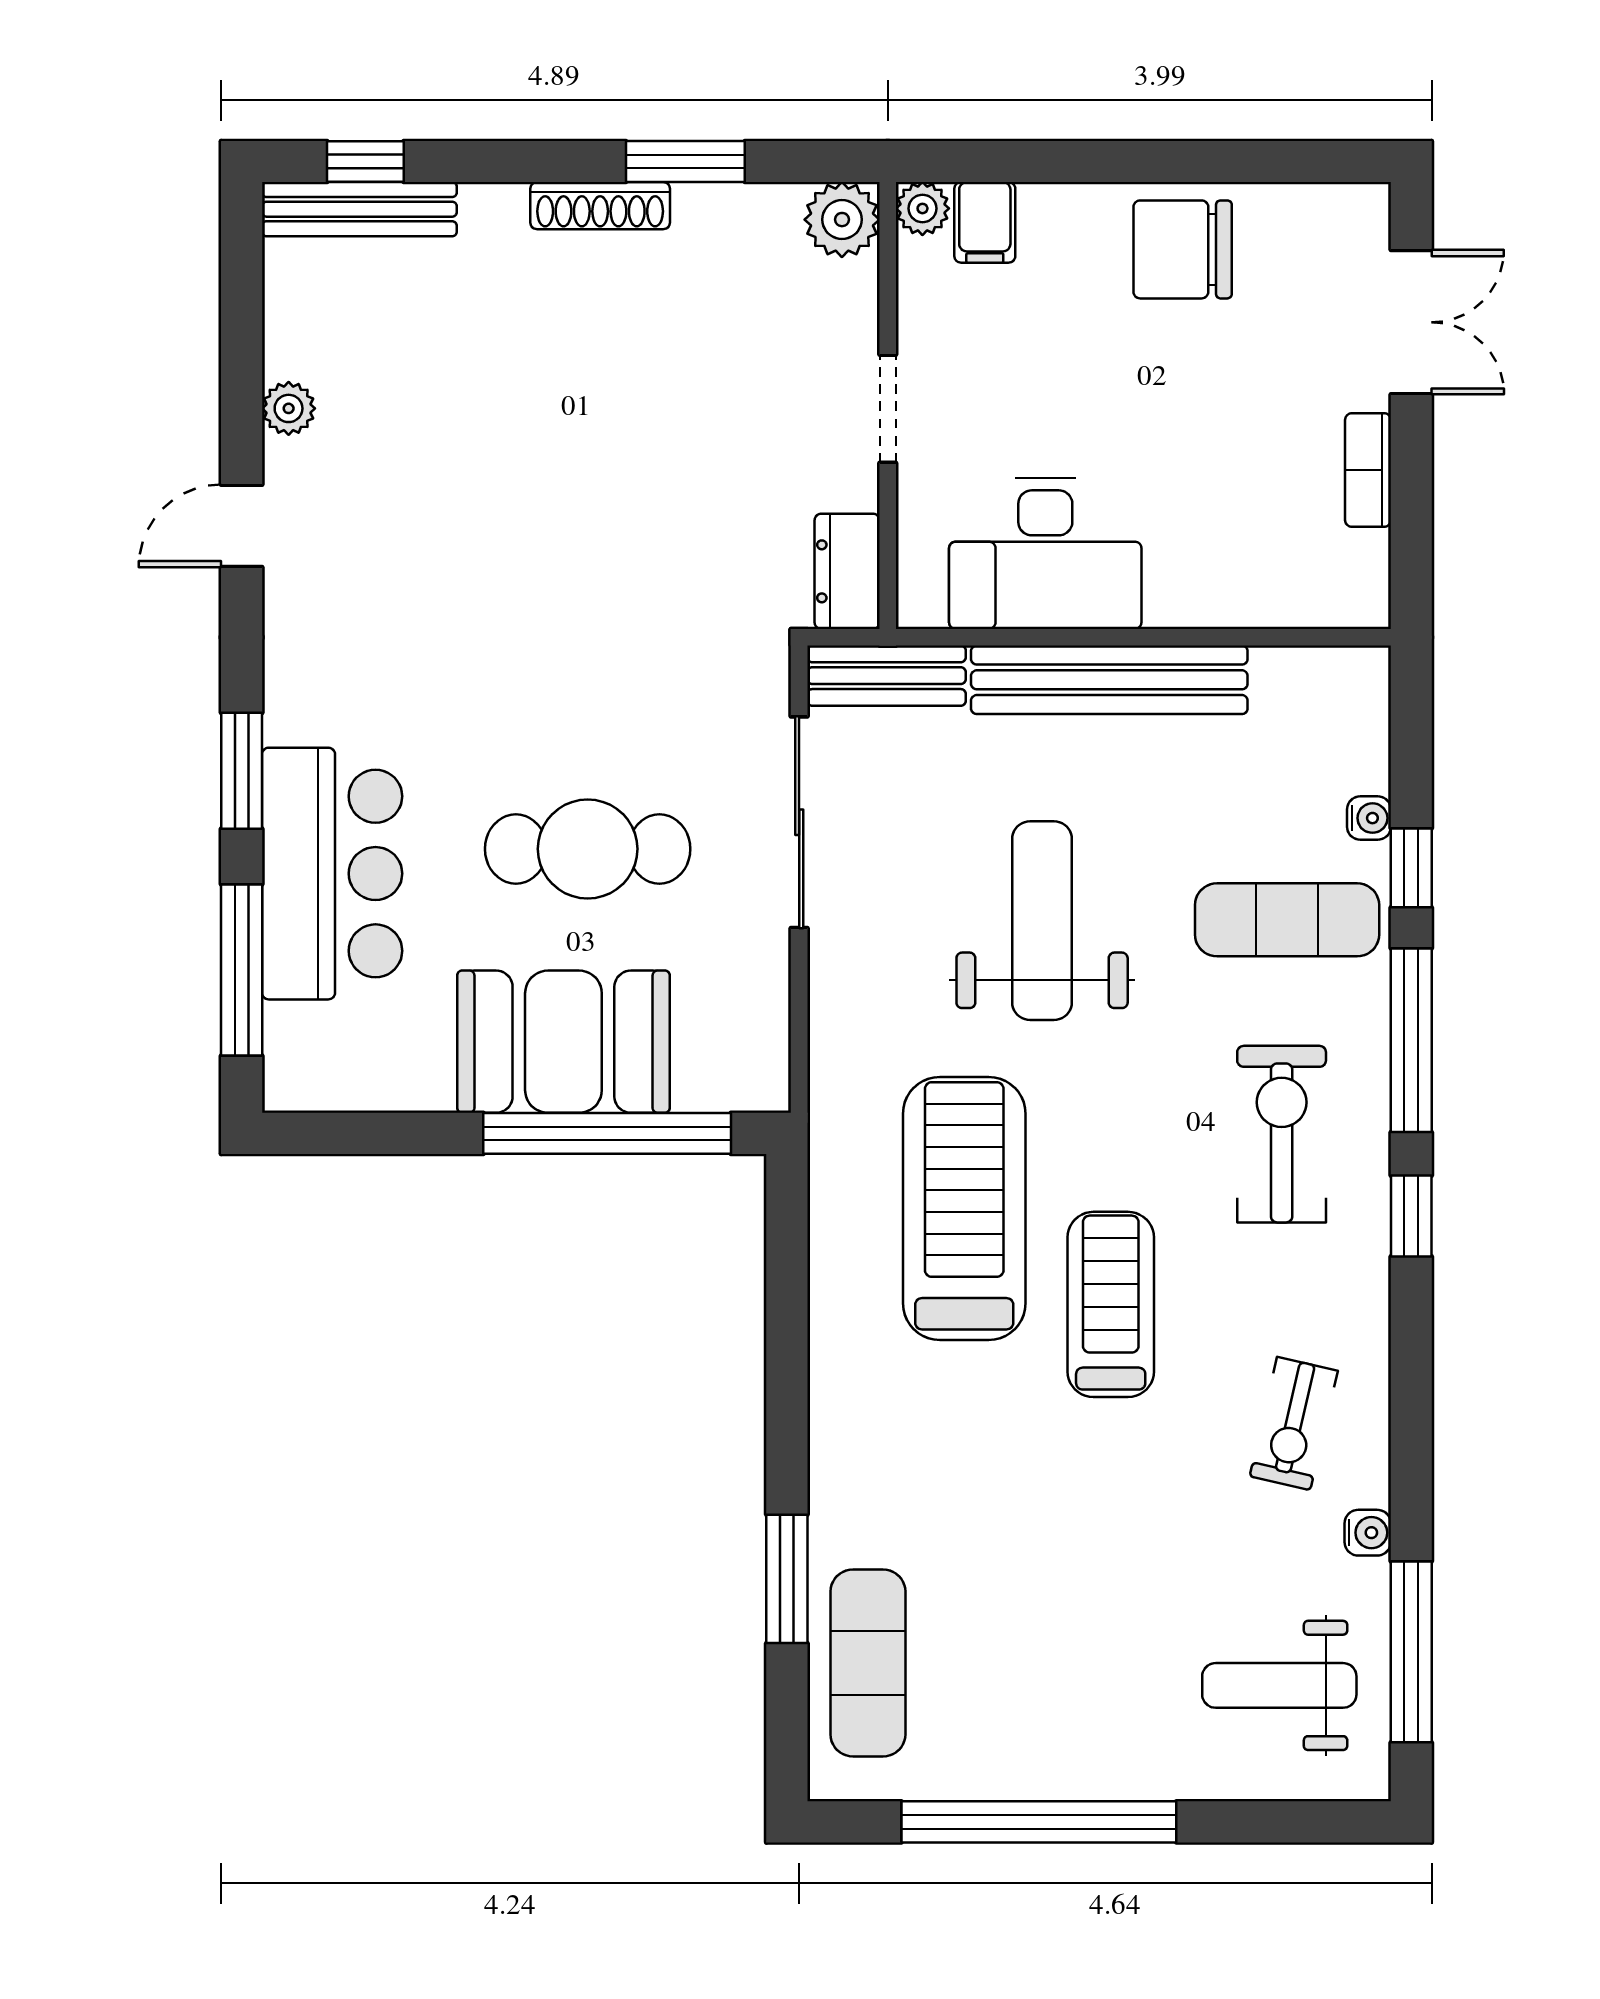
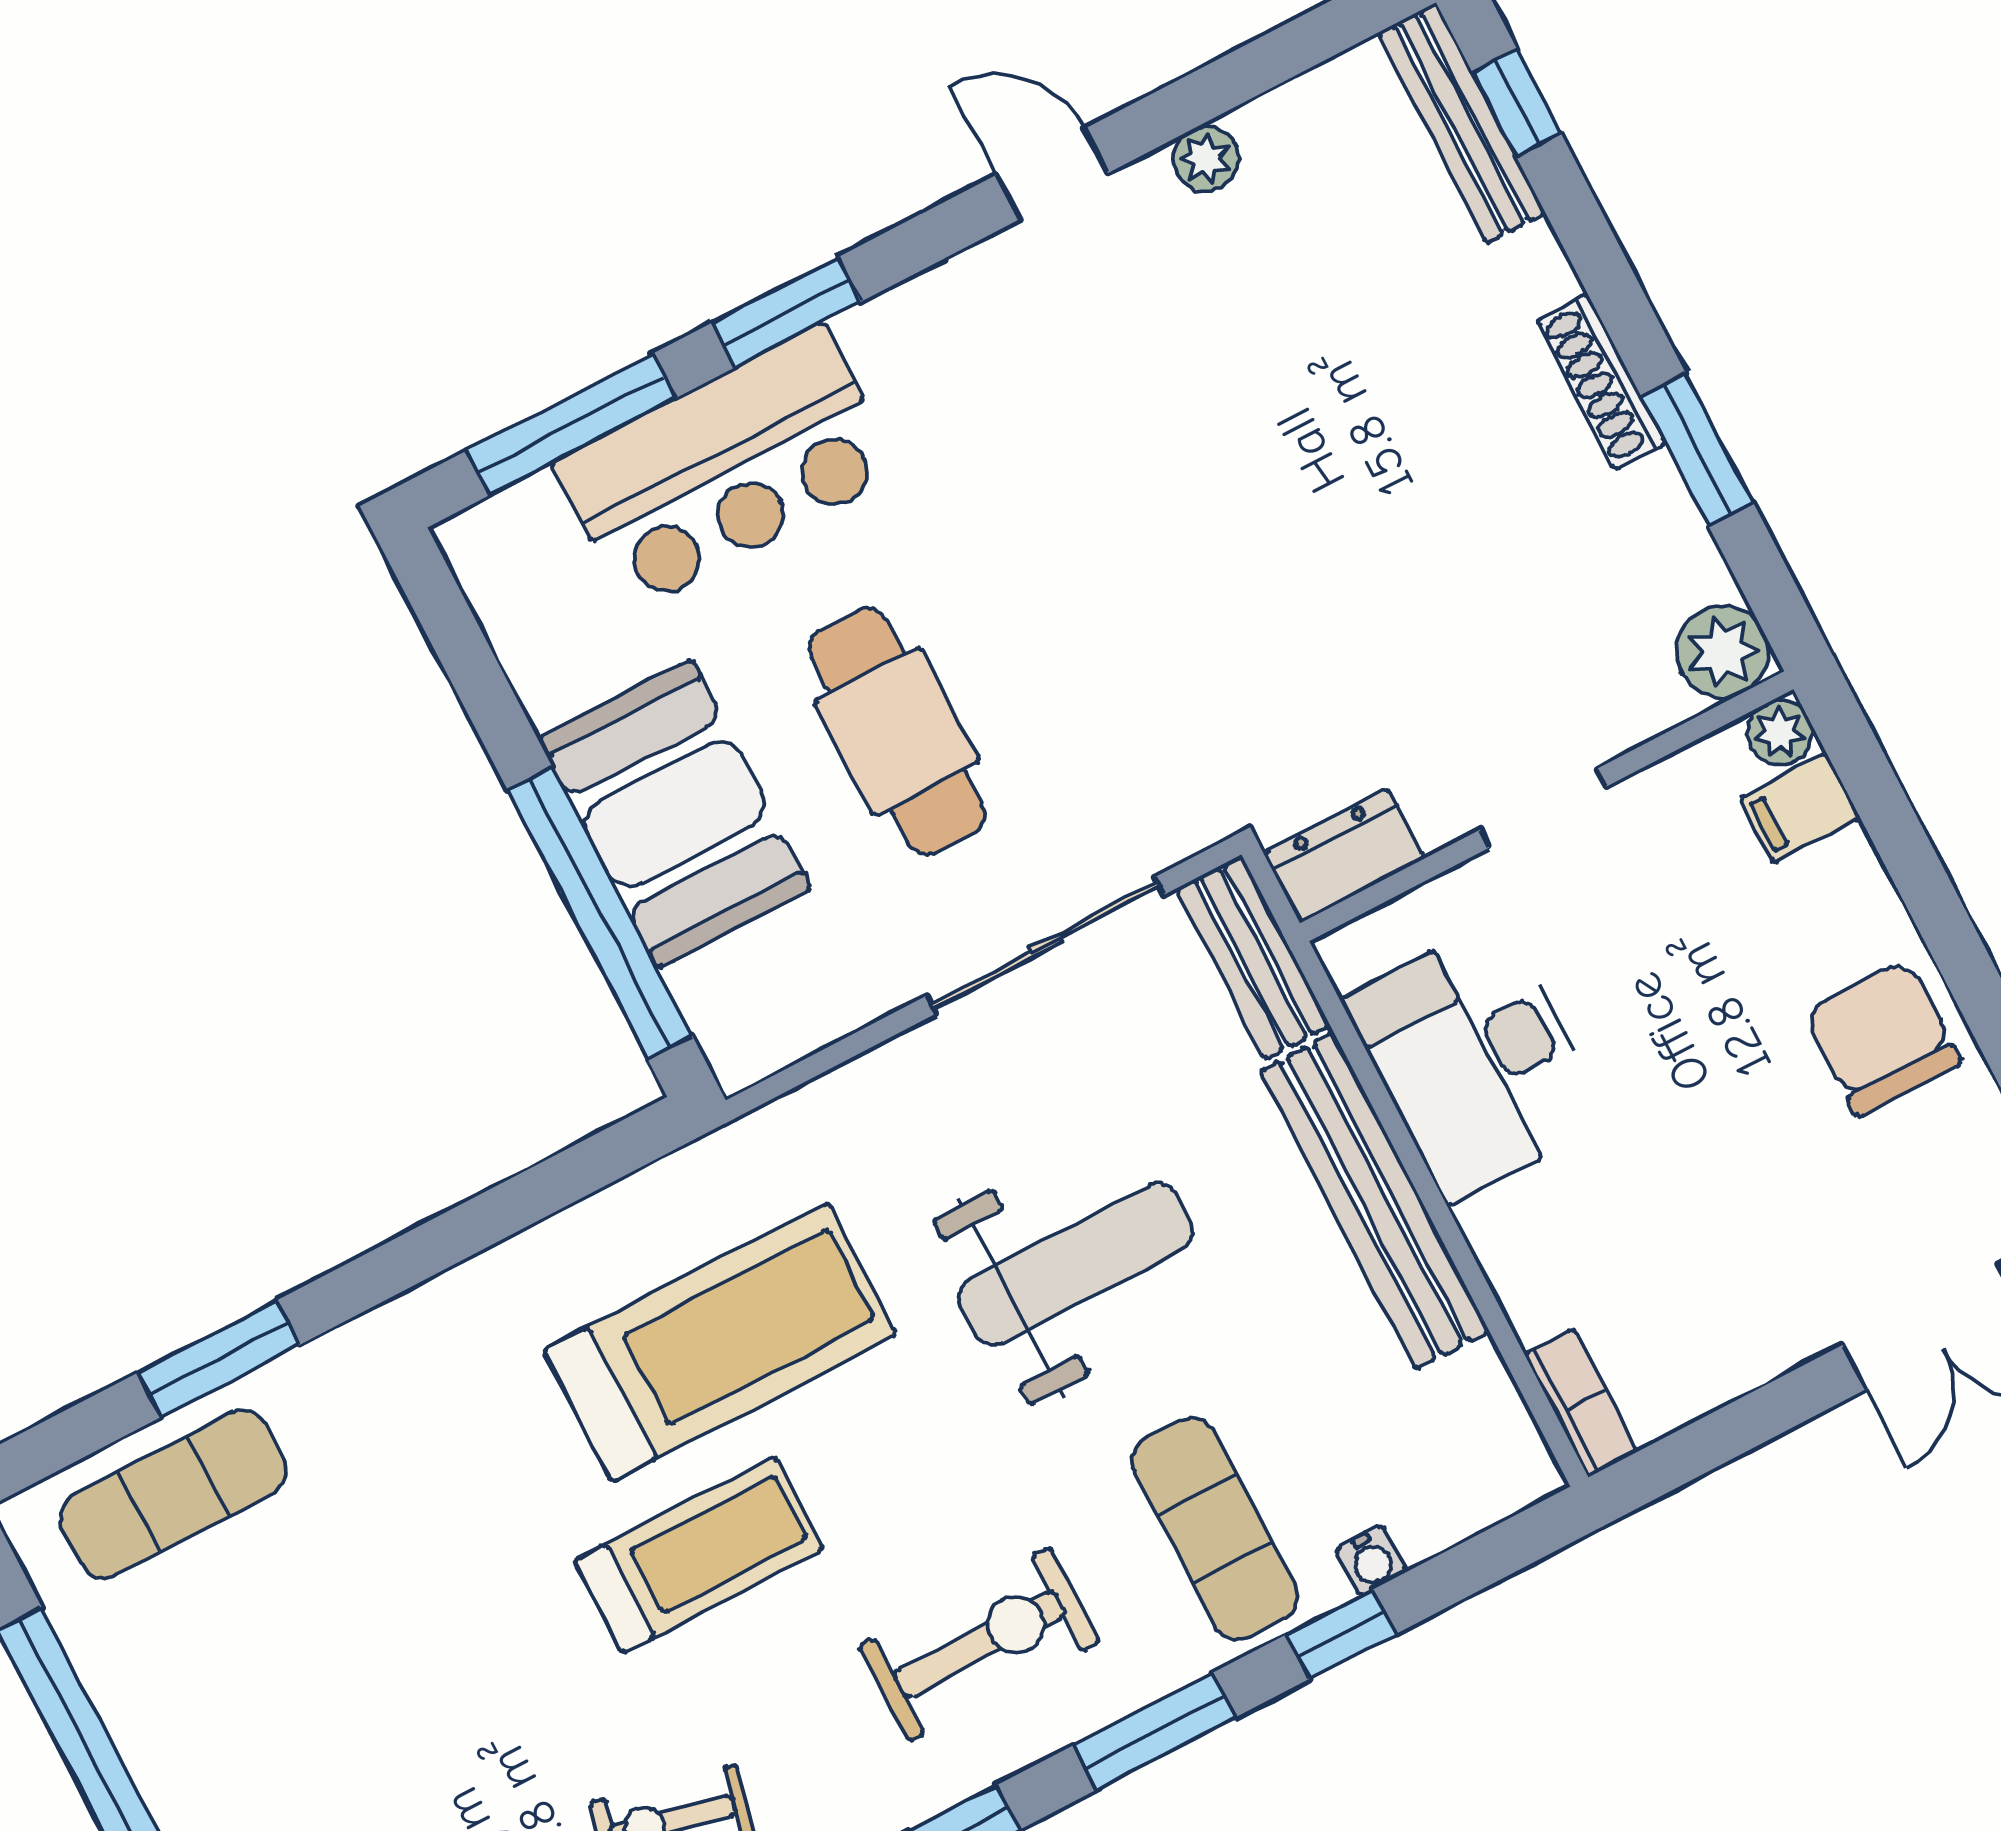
bookcase: (1368, 470) -> (1581, 1403), moved, turned 90
window: (1411, 1040) -> (1154, 1731), width x0.69

